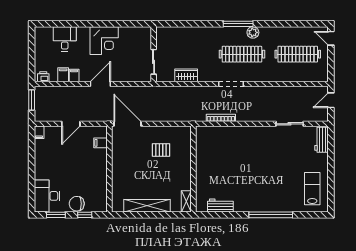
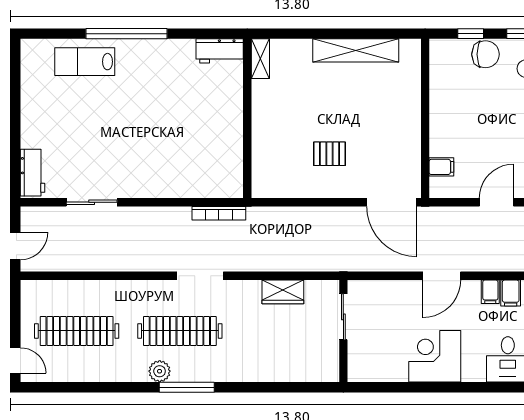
wall: (193, 169) -> (247, 118), moved
lab bench: (312, 189) -> (85, 62), moved, turned 90
shelving: (186, 201) -> (260, 59), moved

